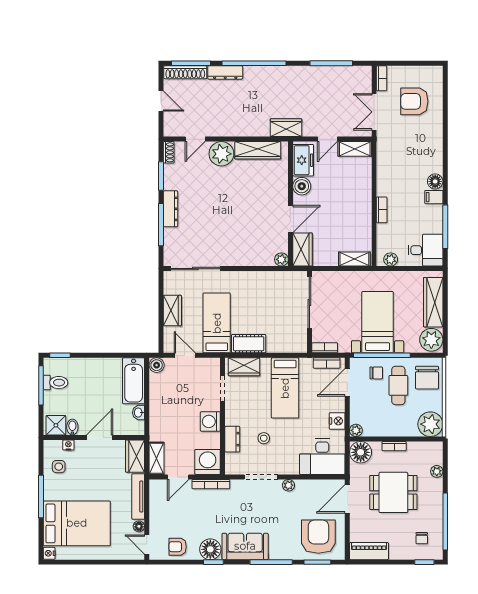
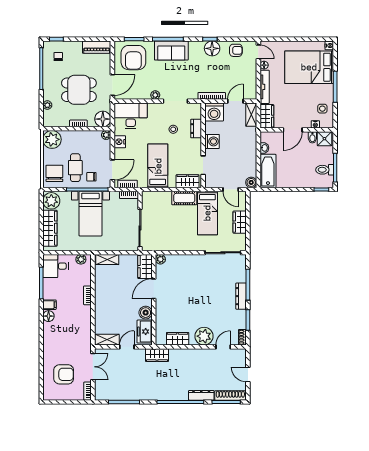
wardrobe: (258, 150) -> (178, 339), width x0.67
sofa: (245, 546) -> (171, 51), moved

